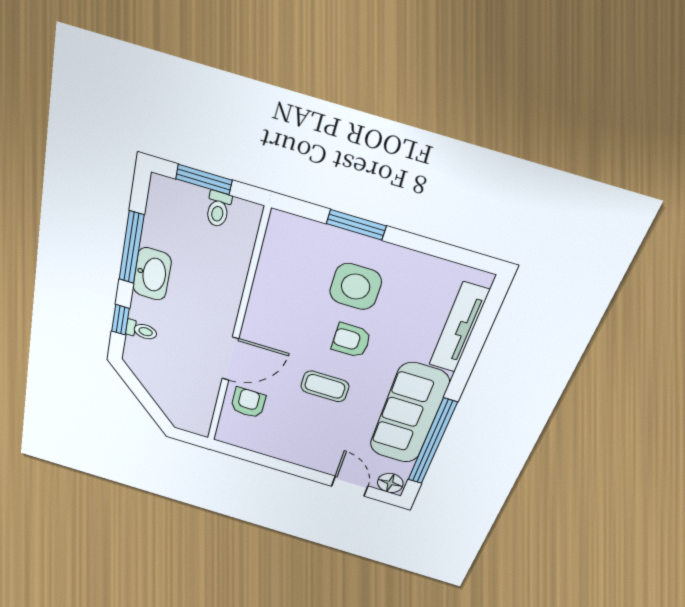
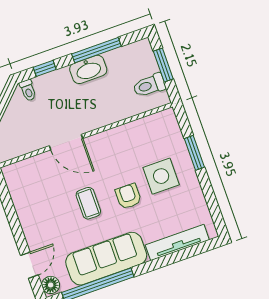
toilet: (218, 209) -> (149, 85), width x1.37, depth x1.39
toilet: (141, 330) -> (28, 90), moved
armchair: (248, 403) -> (43, 170), removed

